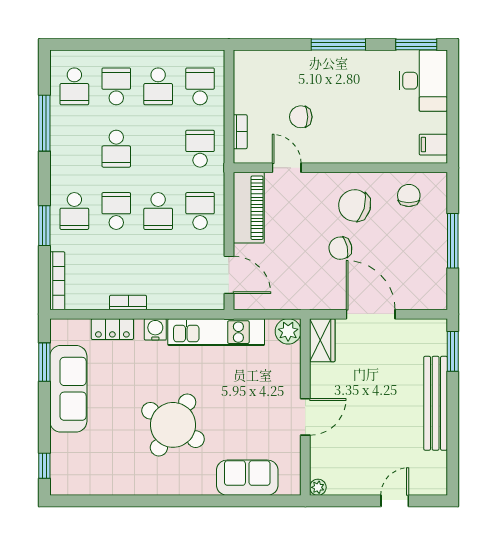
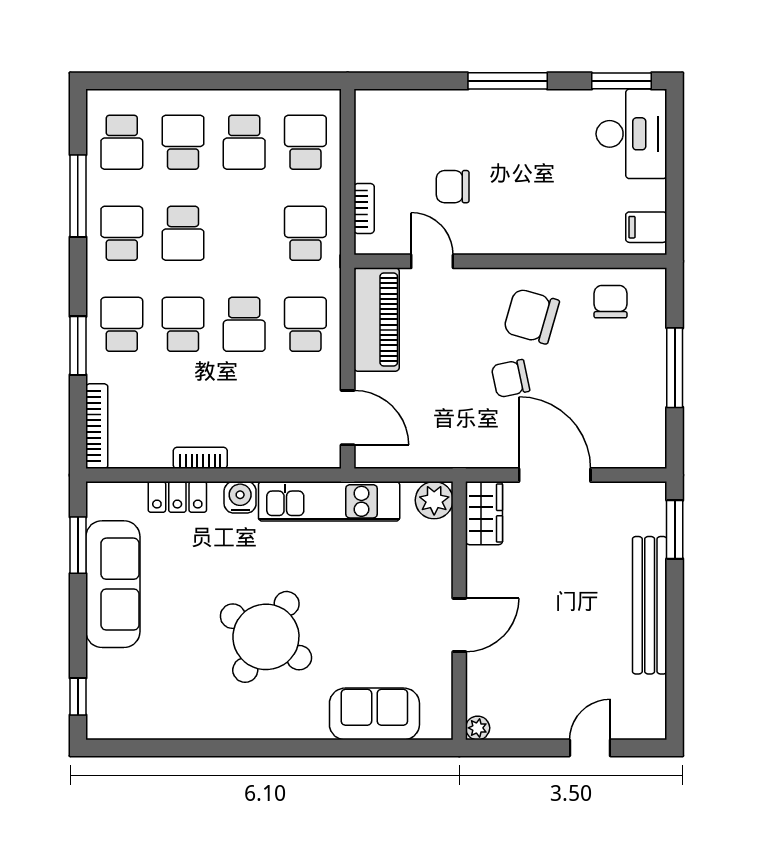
school desk: (74, 149) -> (122, 233), added
school desk: (74, 211) -> (122, 324), turned 180

